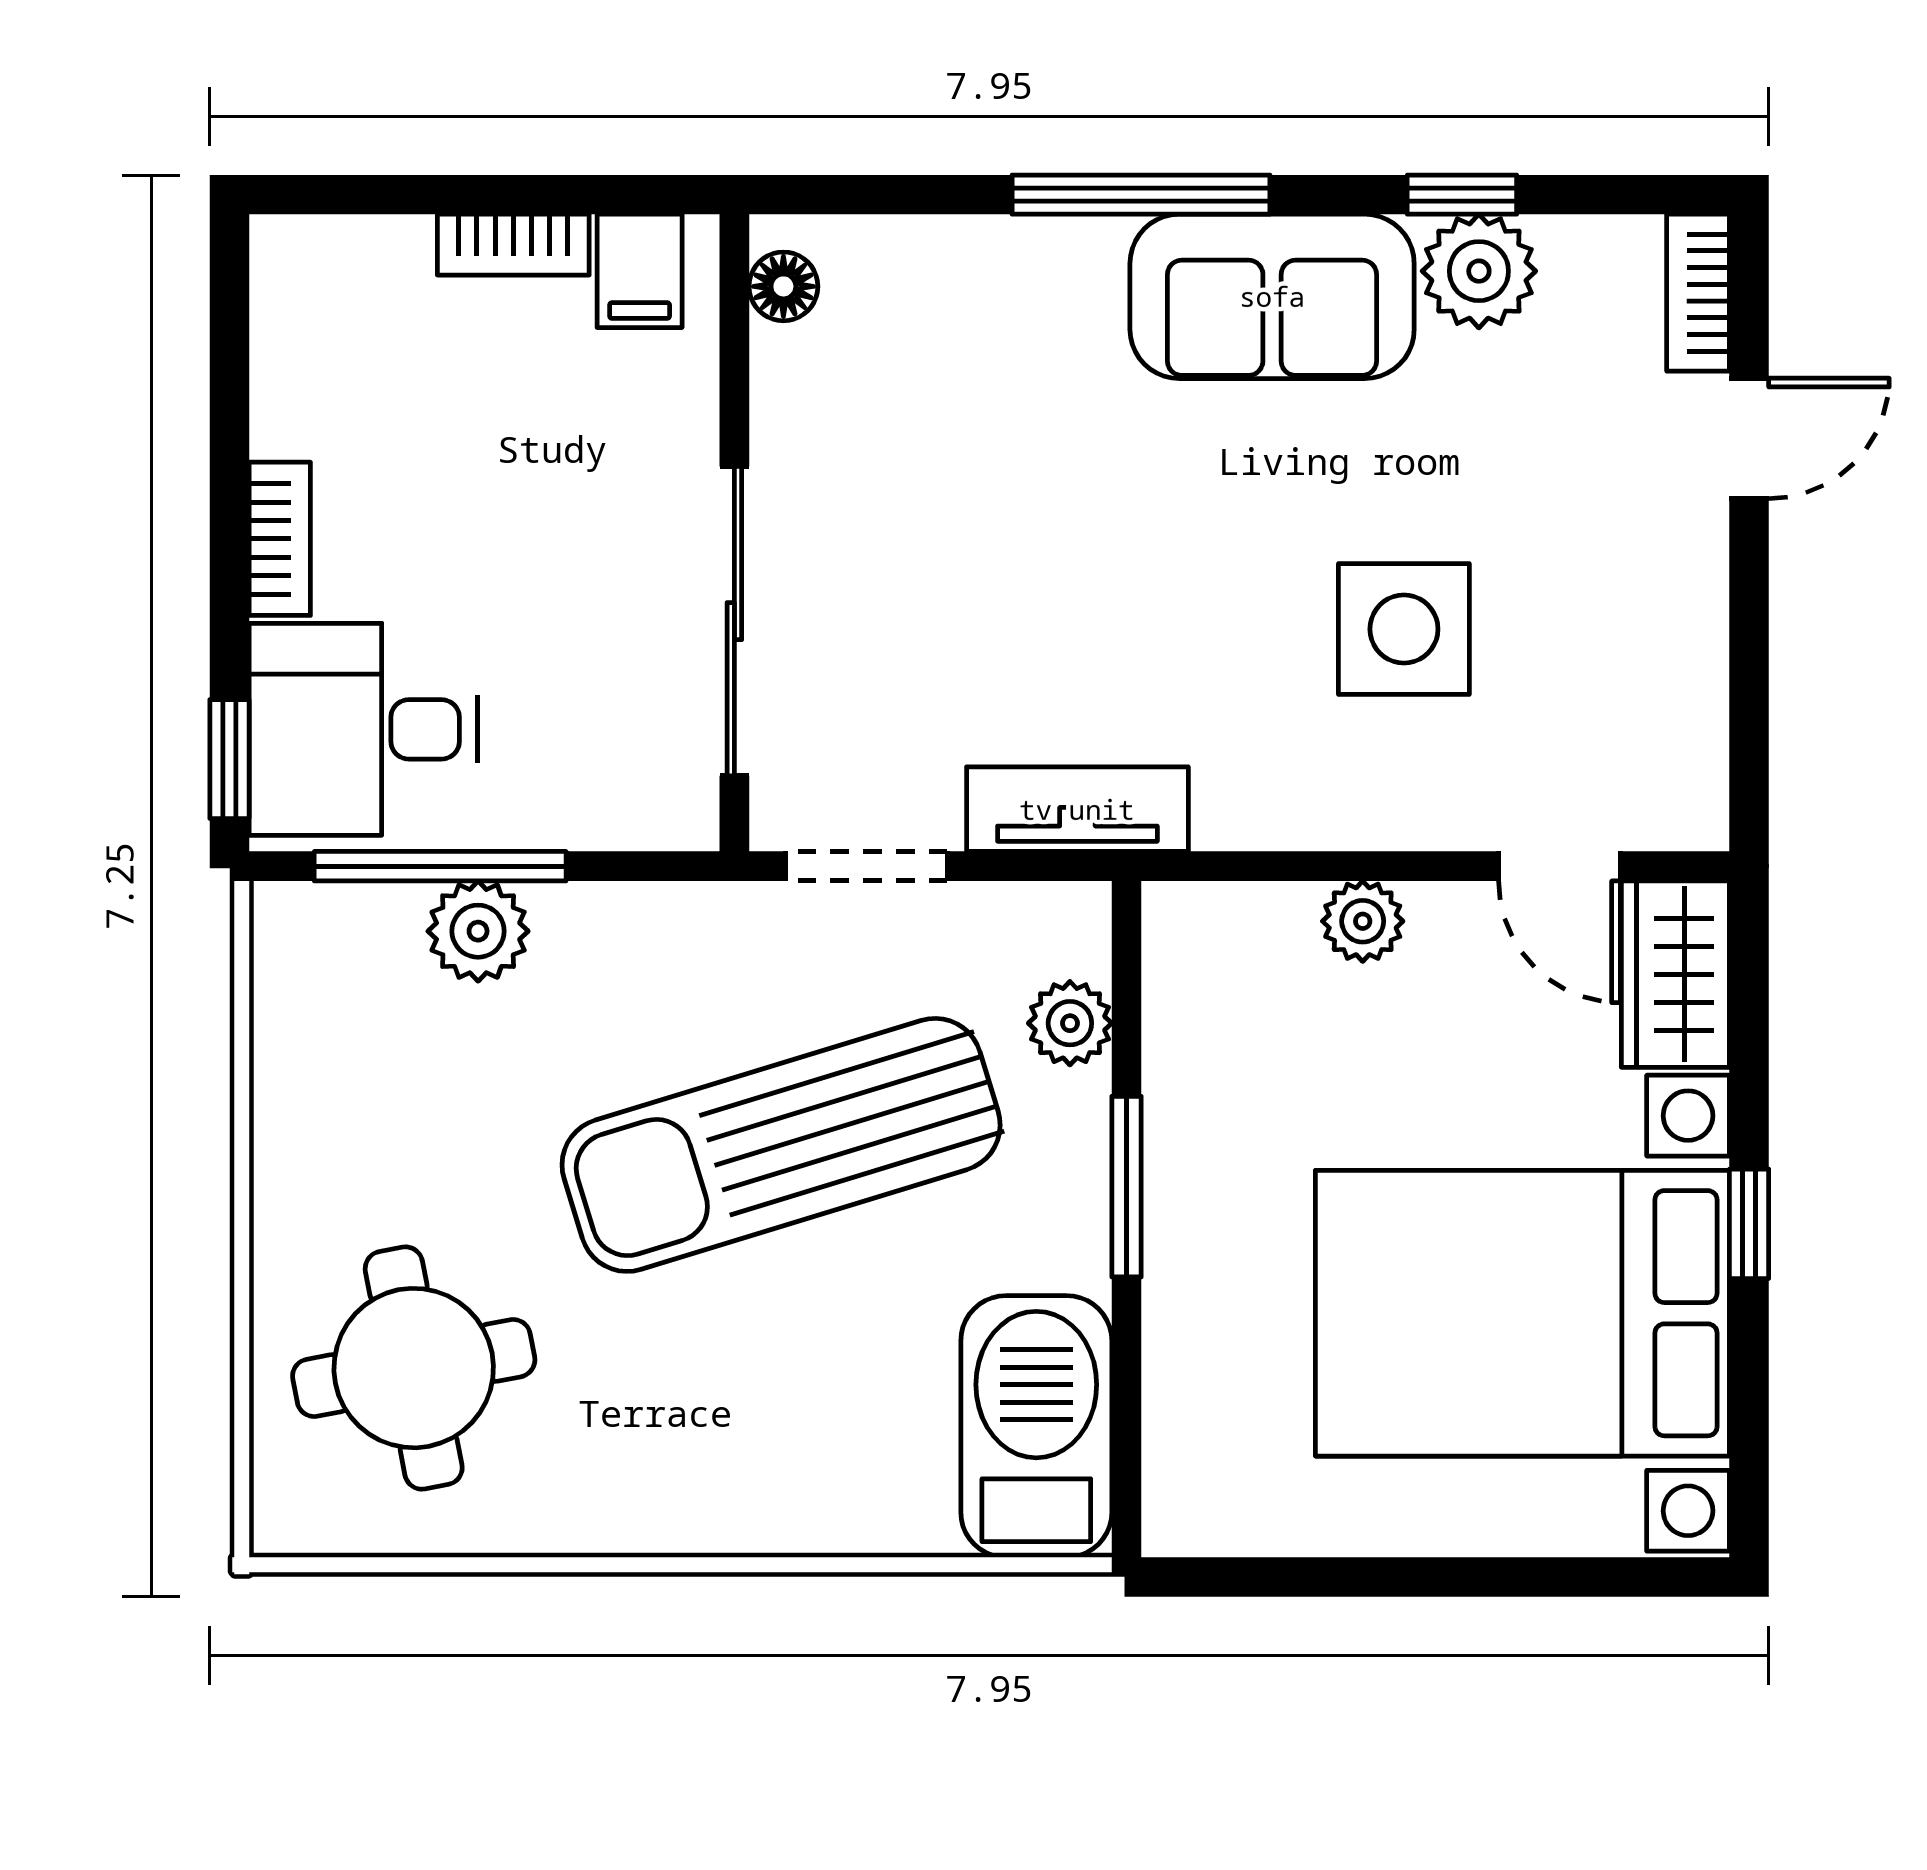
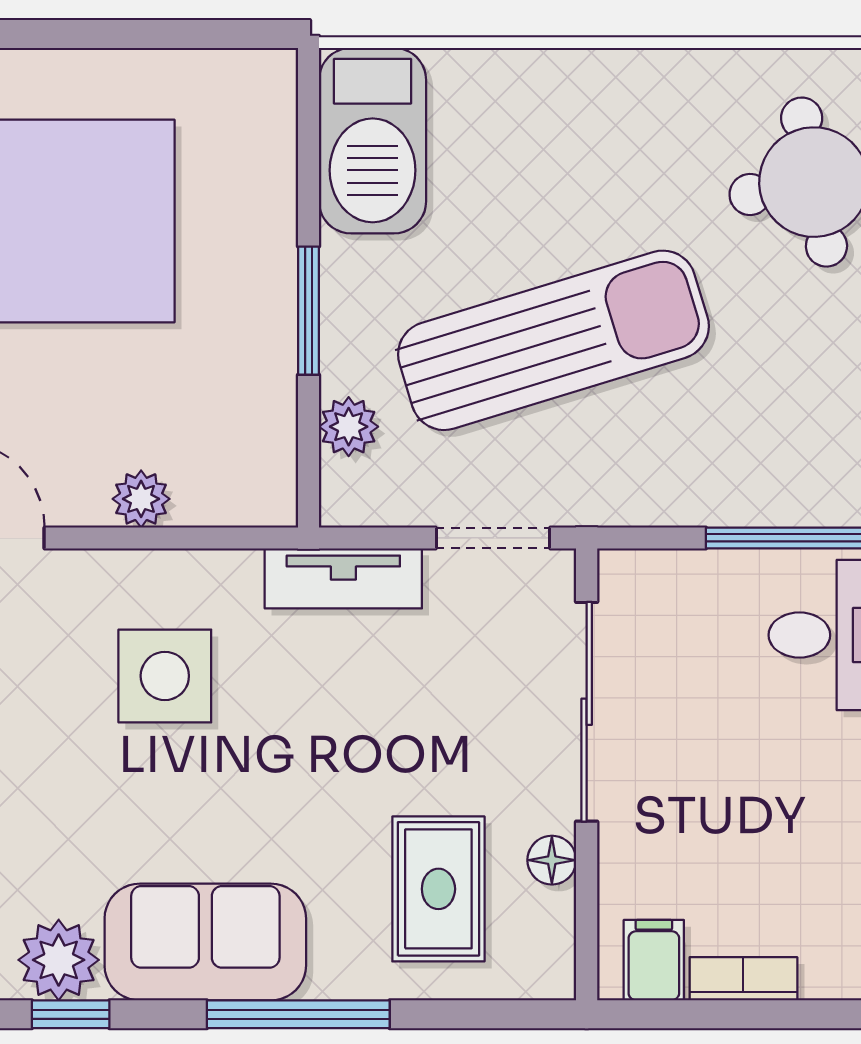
floor lamp: (783, 286) -> (552, 860), moved
rug: (943, 371) -> (438, 889), added
side table: (1404, 629) -> (165, 676), moved
plant: (478, 931) -> (768, 492), removed

